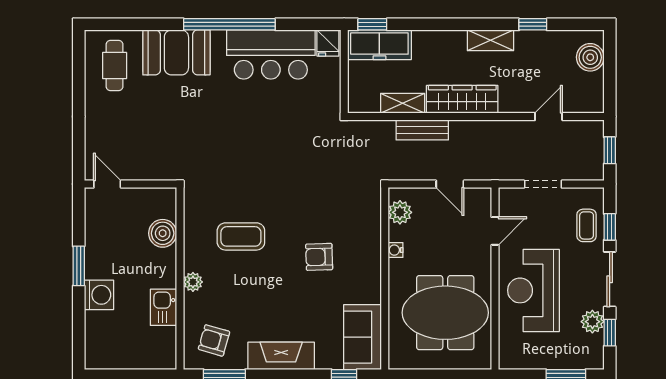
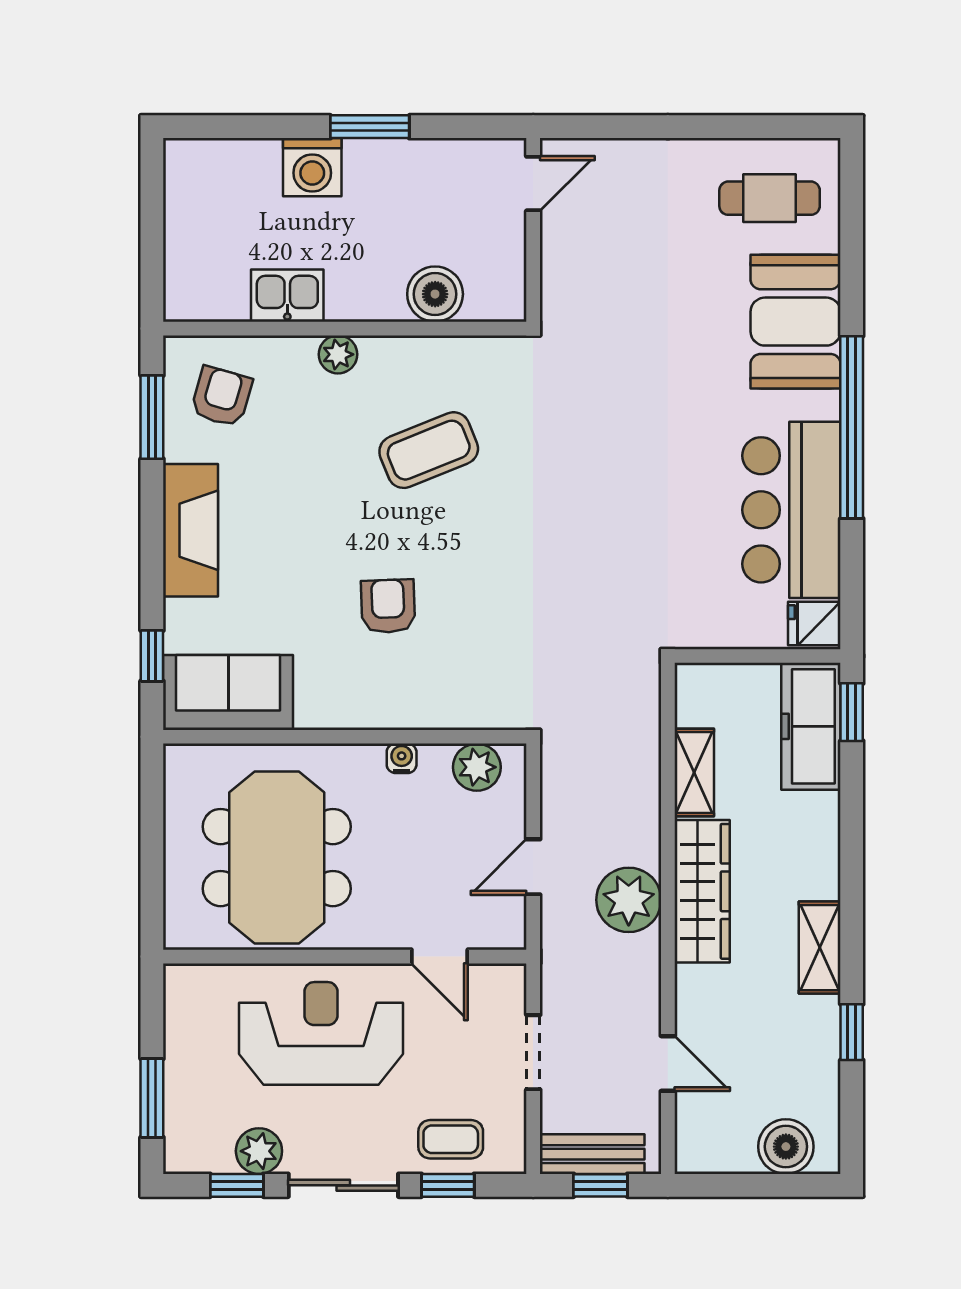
bench: (422, 130) -> (592, 1154), moved, turned 90
plant: (466, 136) -> (629, 900), added
coffee table: (241, 236) -> (429, 450), turned 68

